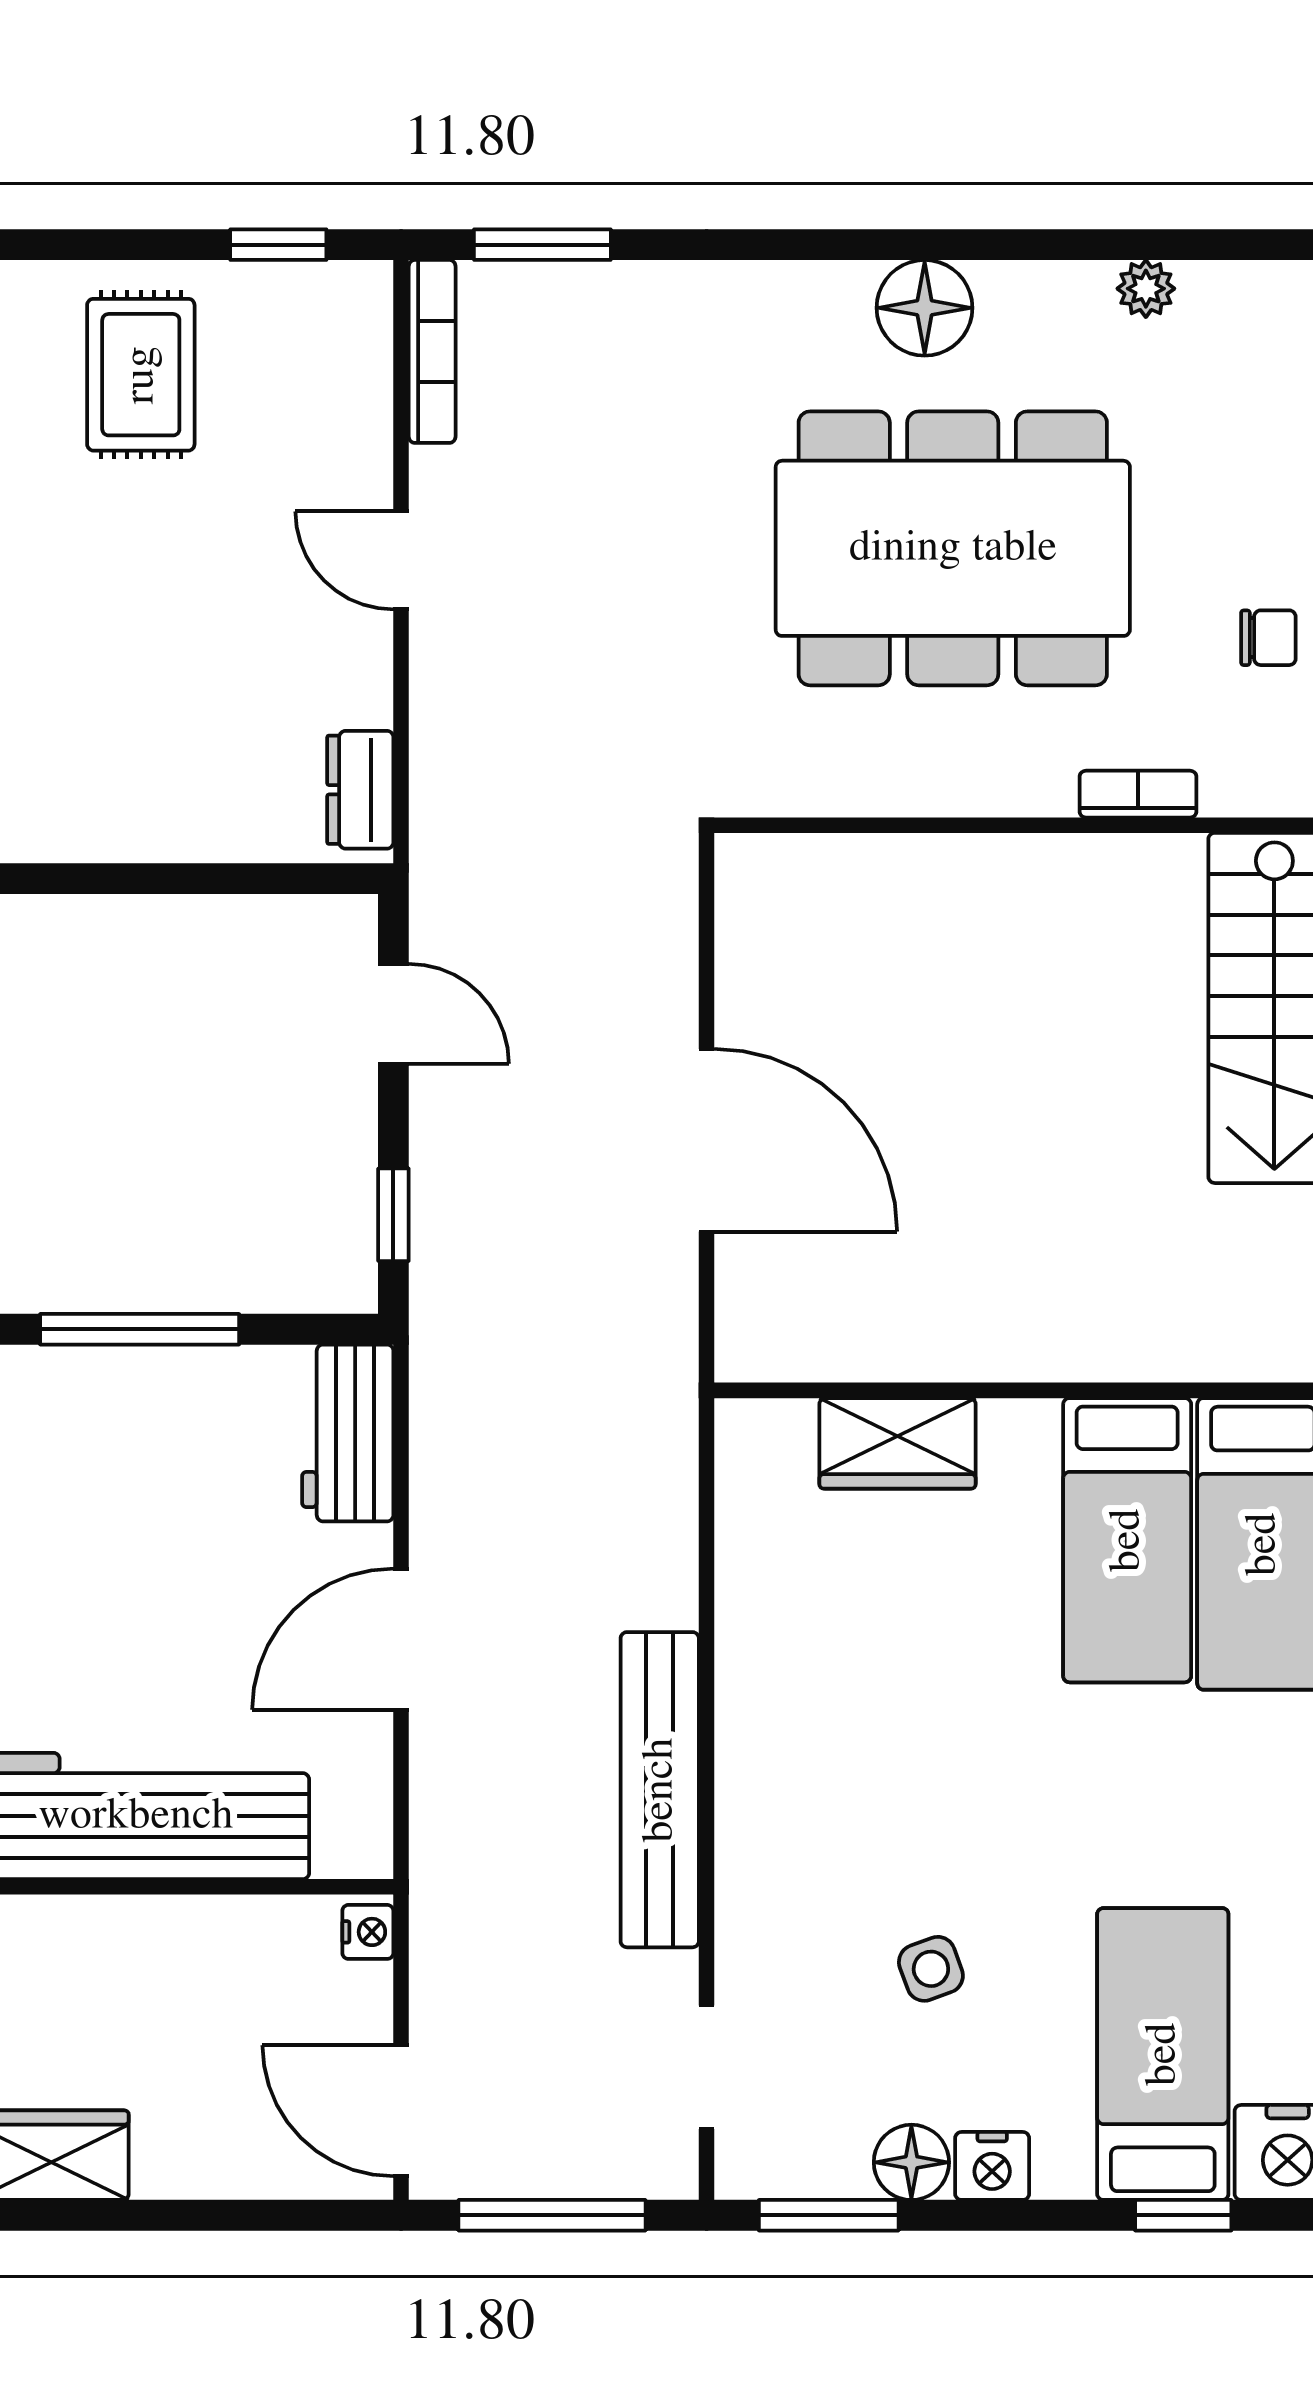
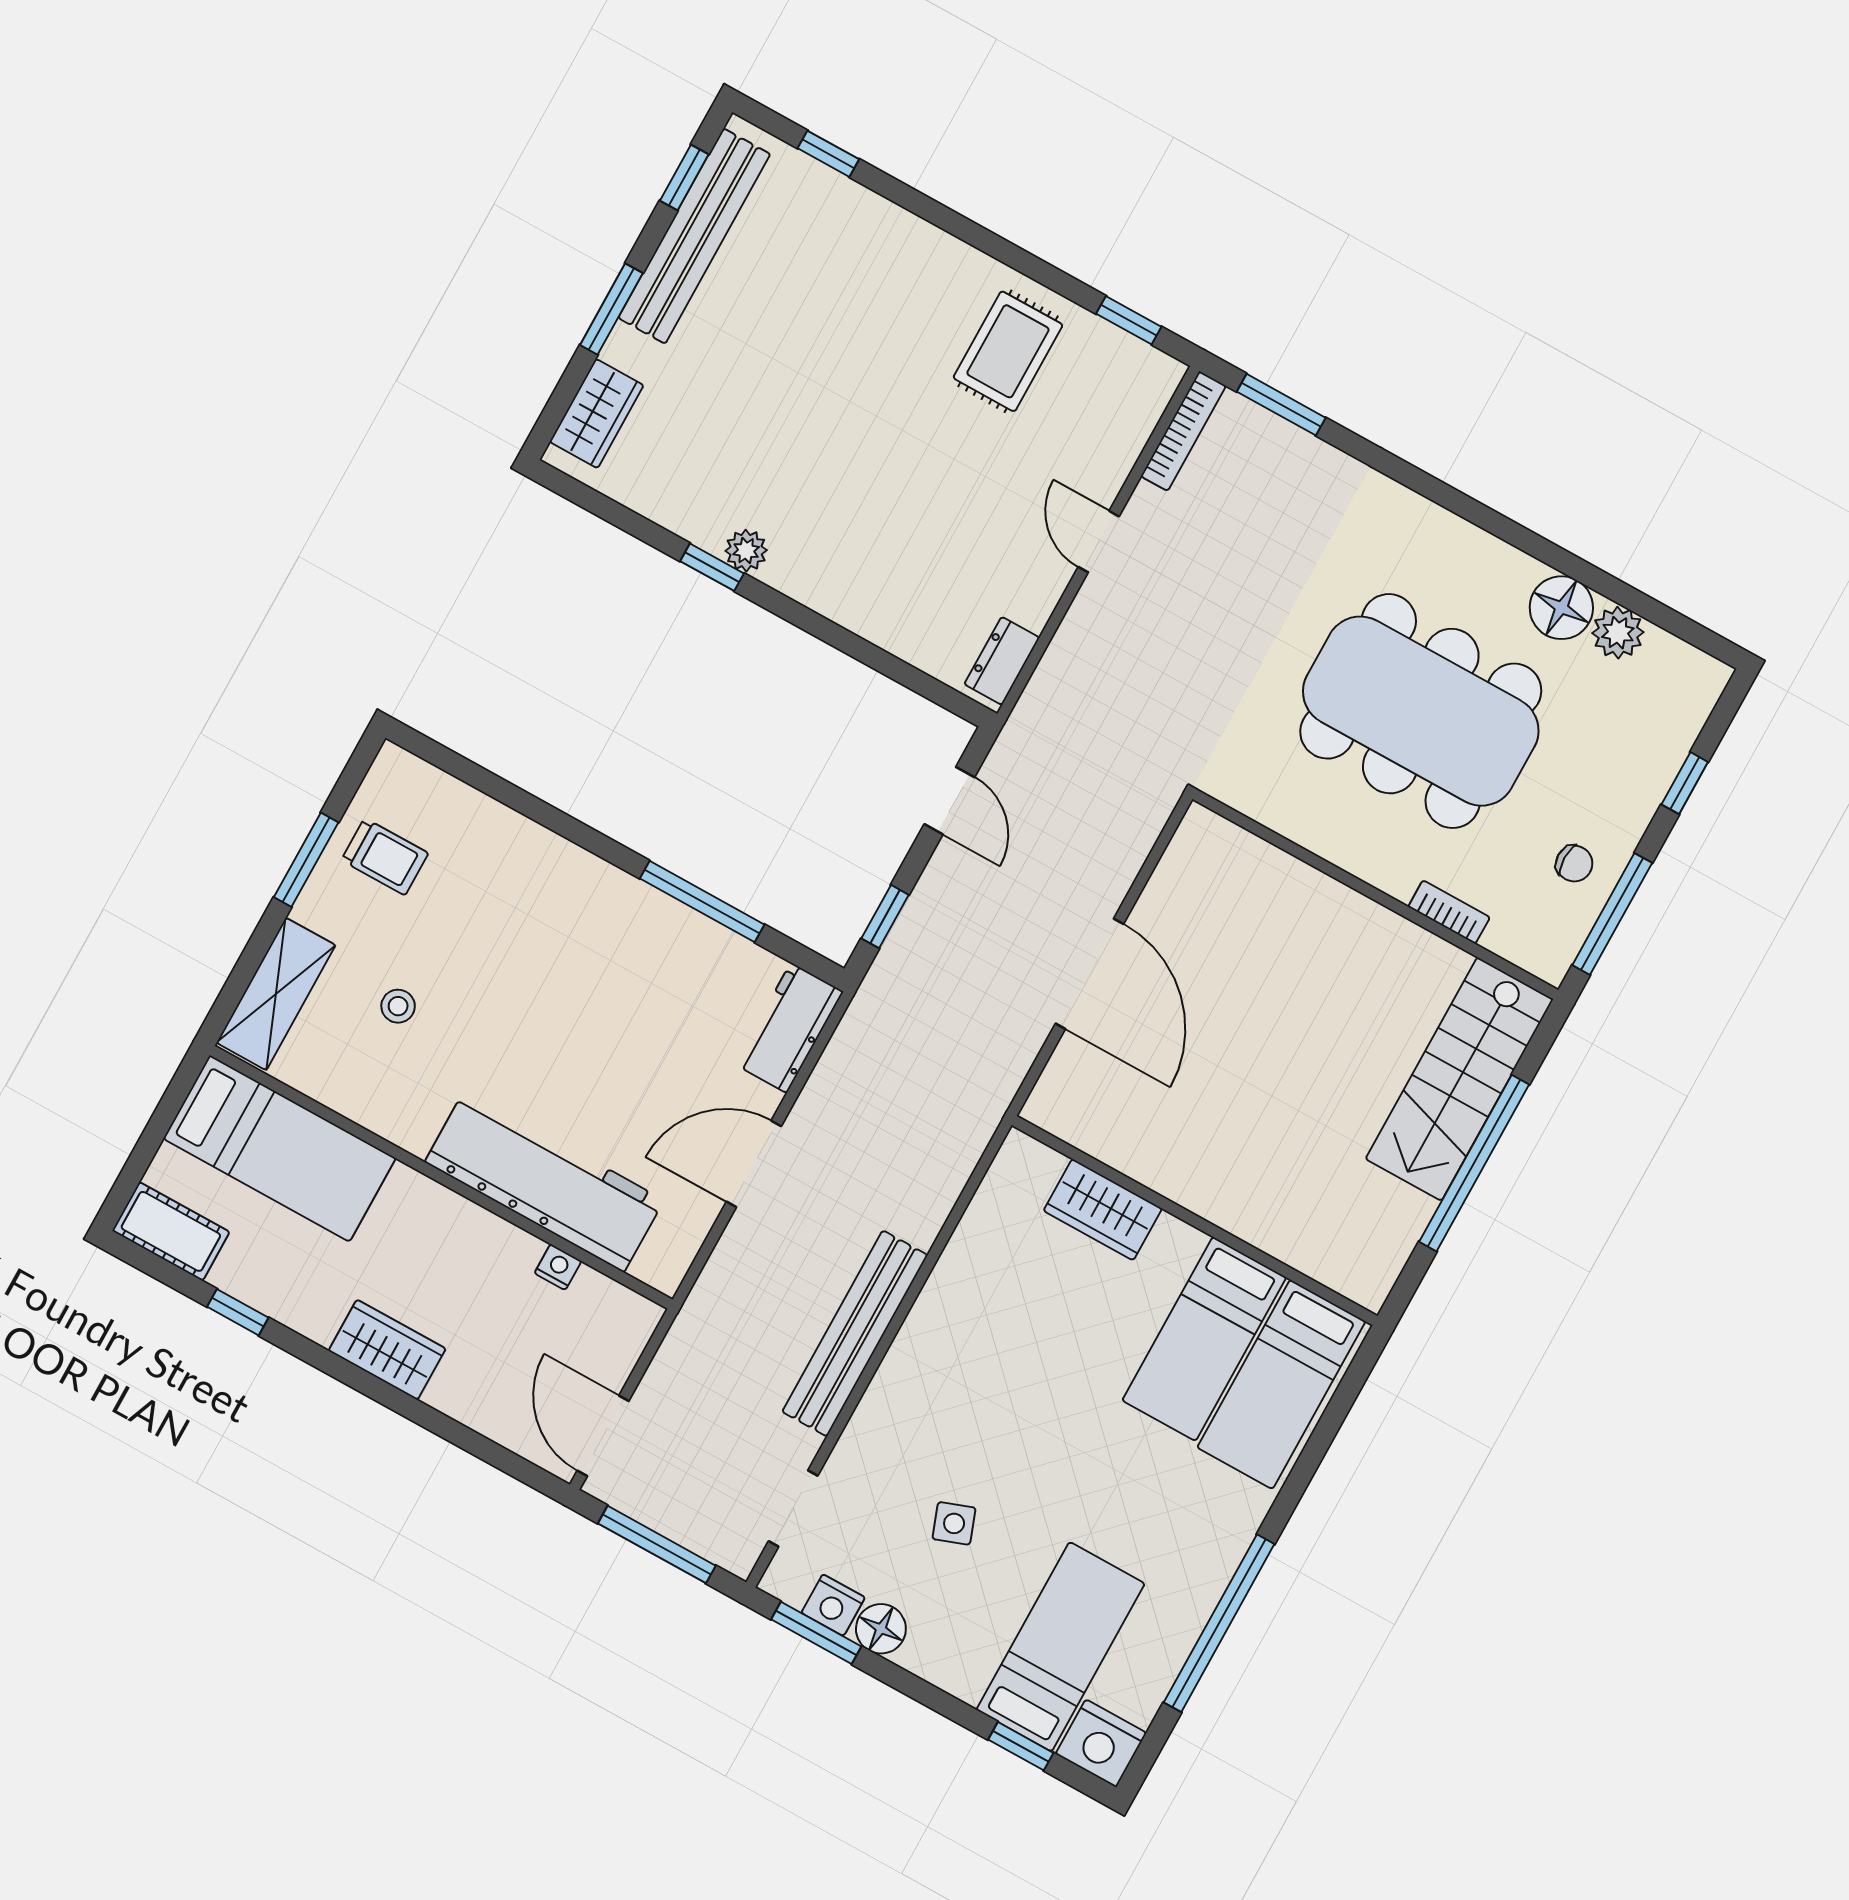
plant: (1146, 289) -> (1618, 633), width x1.38, depth x1.38
floor lamp: (925, 308) -> (1561, 608), moved
nightstand: (368, 1932) -> (558, 1267), moved, turned -90
nightstand: (992, 2166) -> (833, 1605), moved

